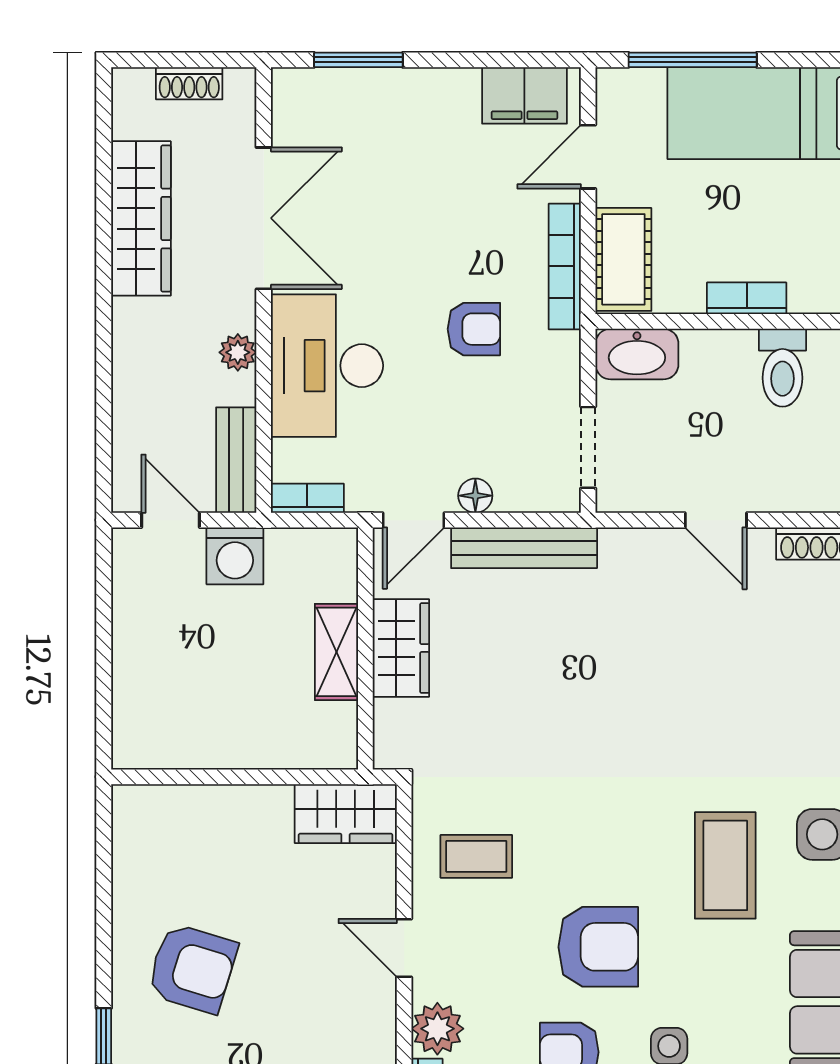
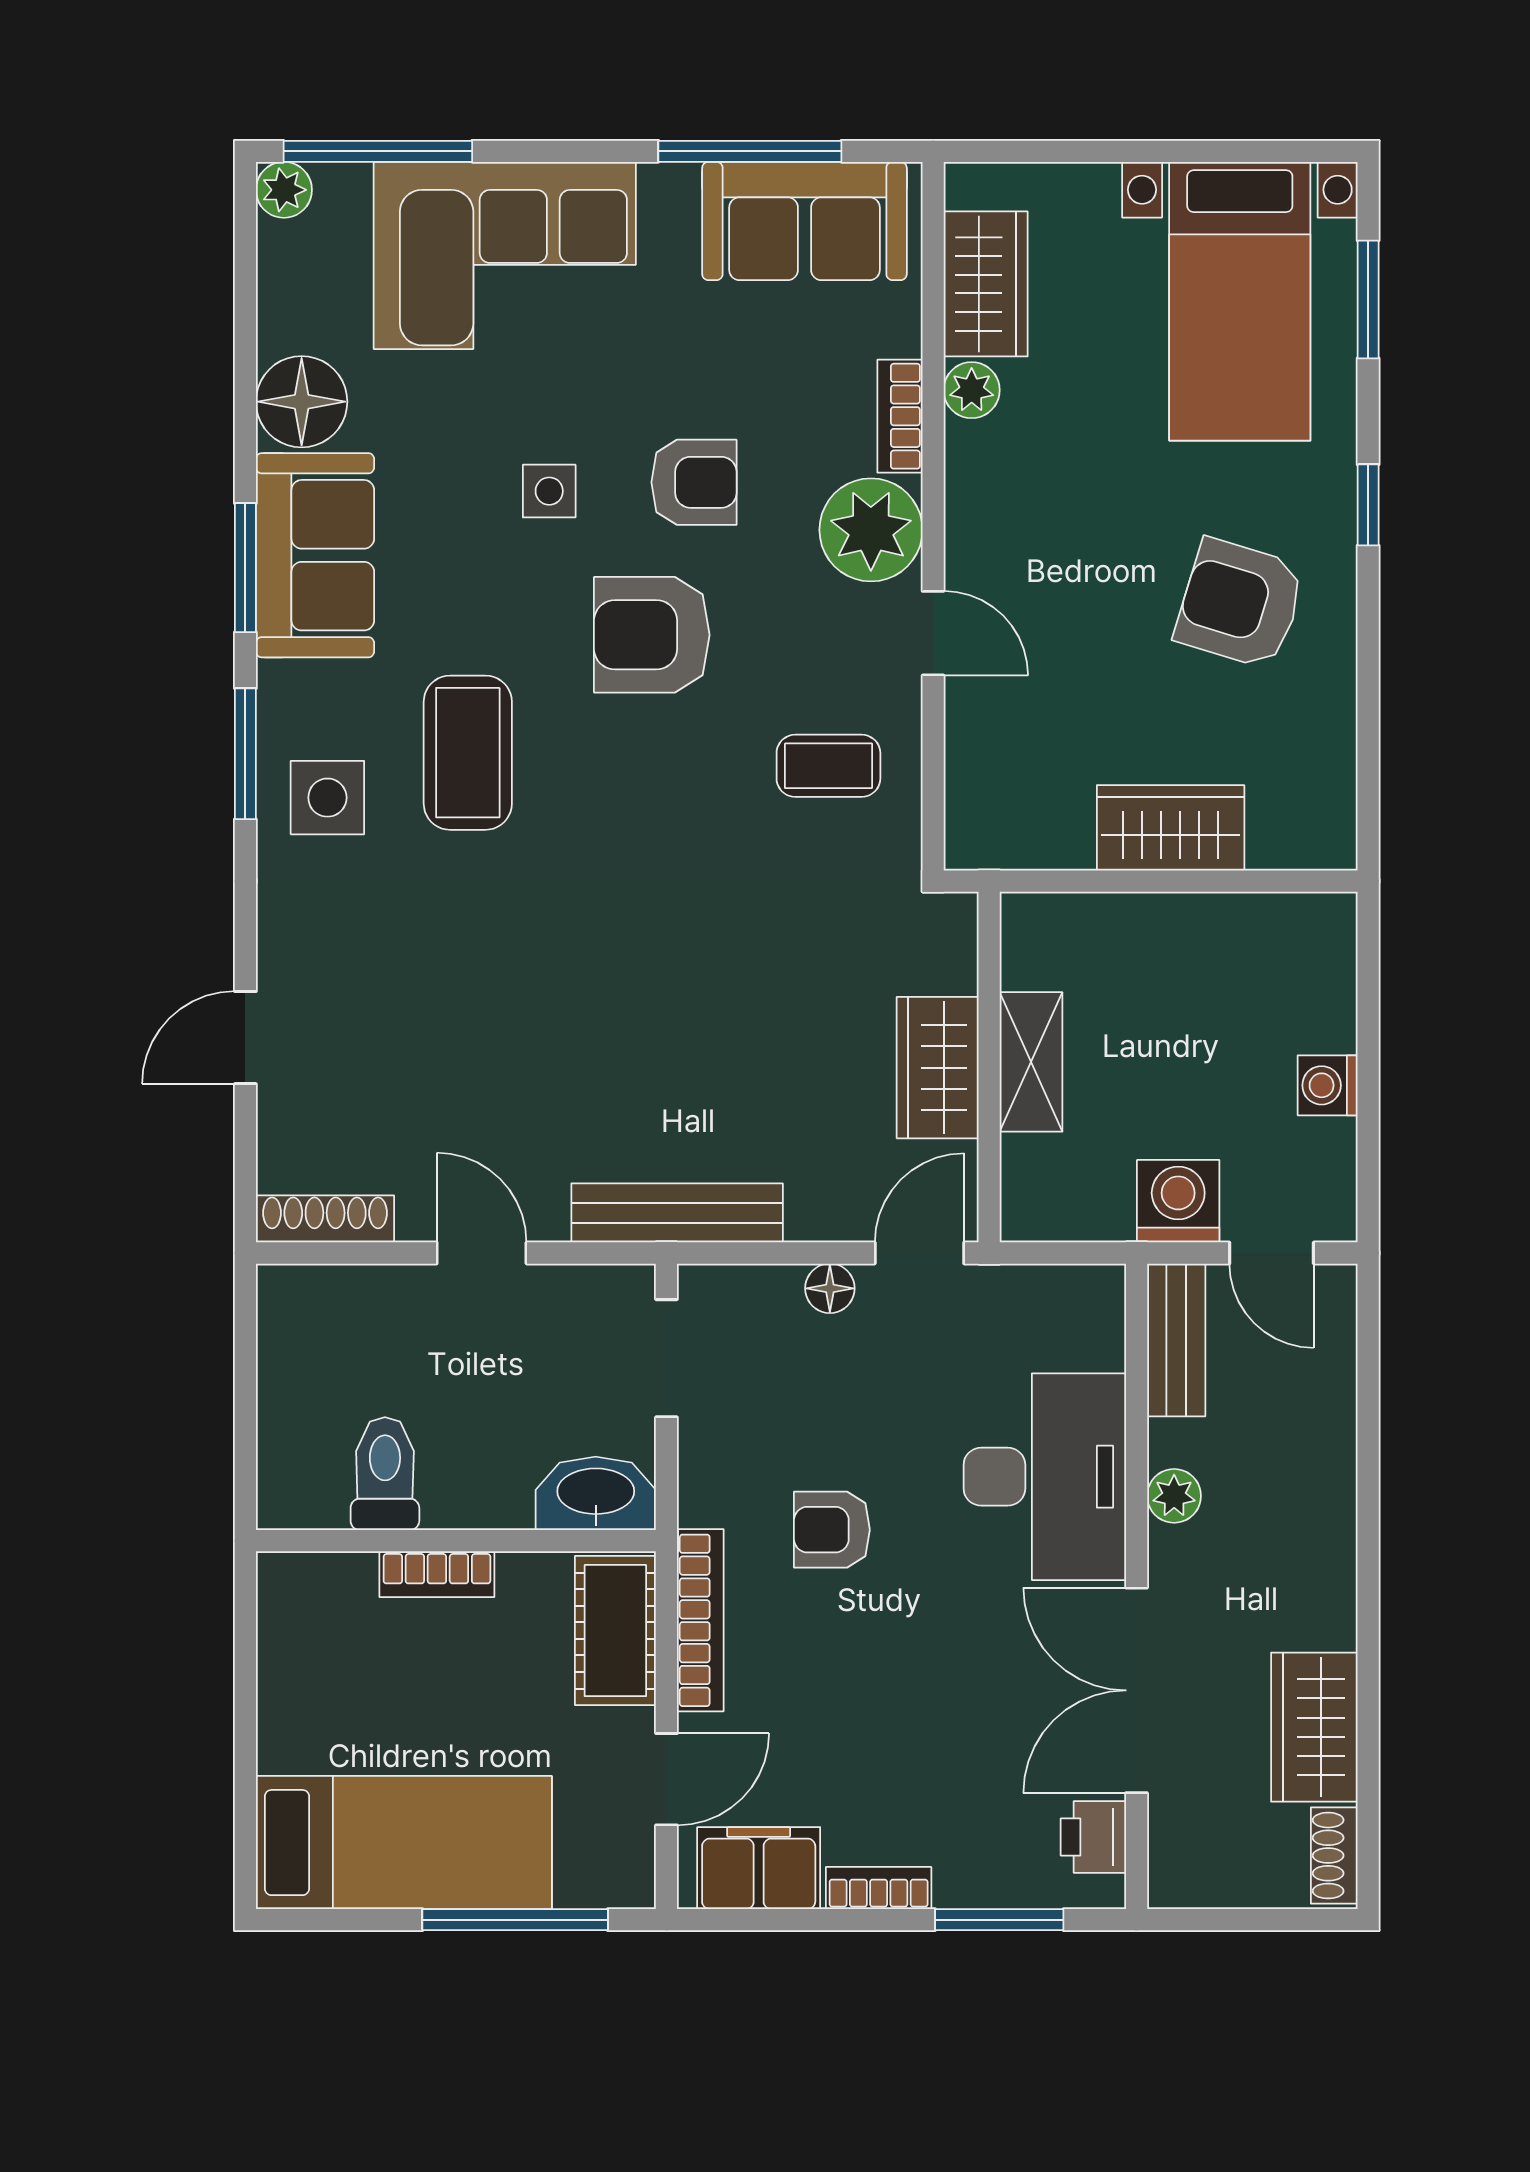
shoe rack: (189, 83) -> (1334, 1856), moved, turned -90
printer: (293, 117) -> (1093, 1837), added
wardrobe: (141, 218) -> (1314, 1727), width x0.67
bookcase: (307, 498) -> (879, 1888), moved, turned 180
bench: (524, 548) -> (677, 1213), moved
washing machine: (132, 636) -> (1328, 1085), added
wardrobe: (346, 814) -> (1171, 828), moved
plant: (437, 1029) -> (871, 530), width x1.36, depth x1.36

